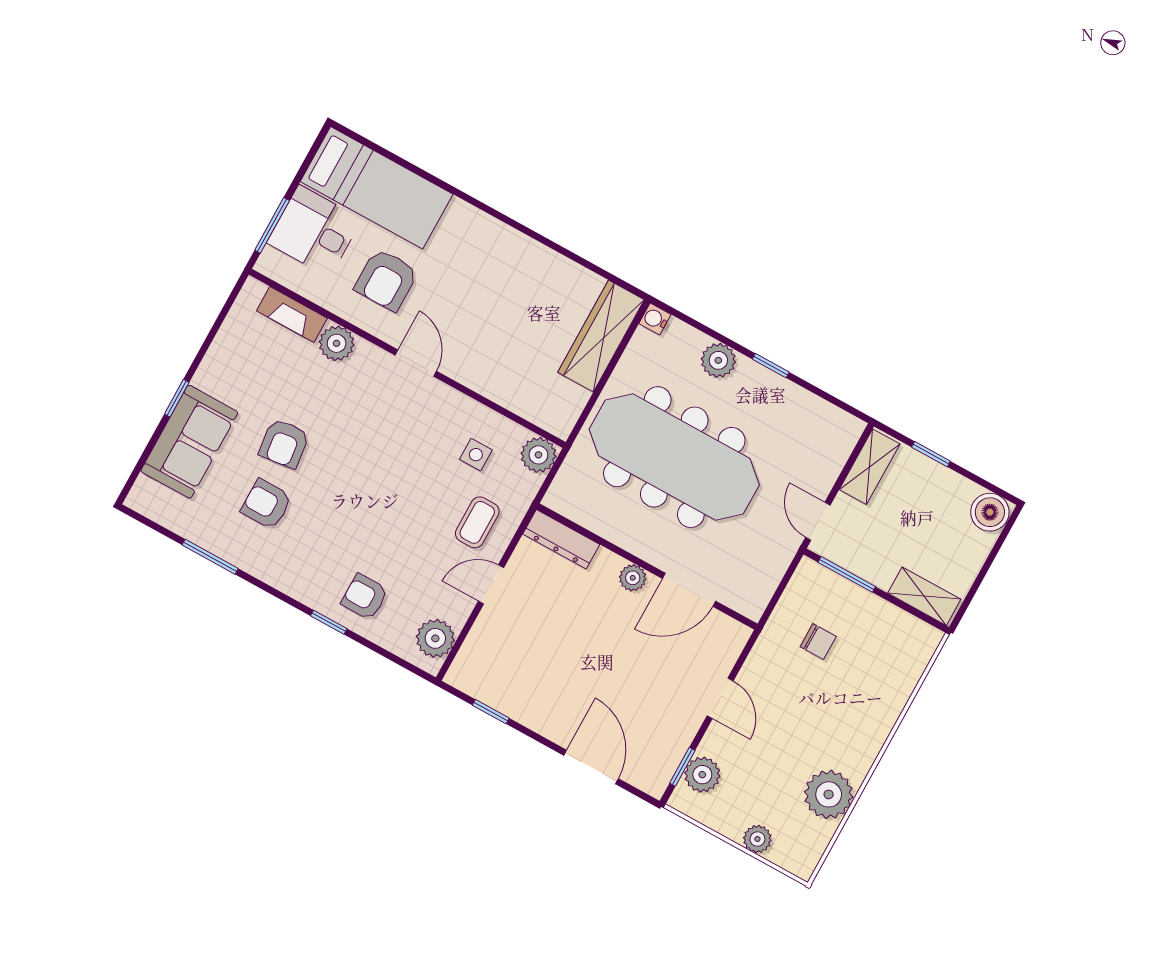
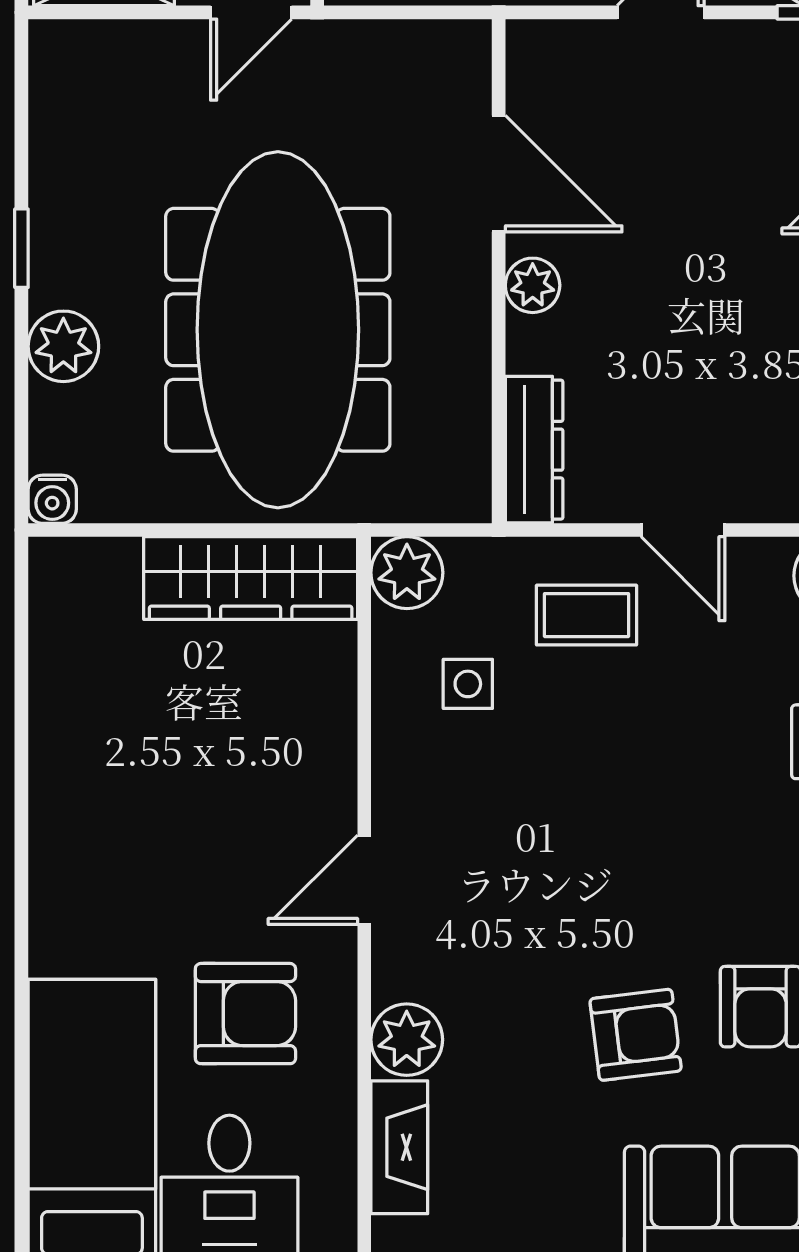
wardrobe: (601, 336) -> (251, 578), moved

